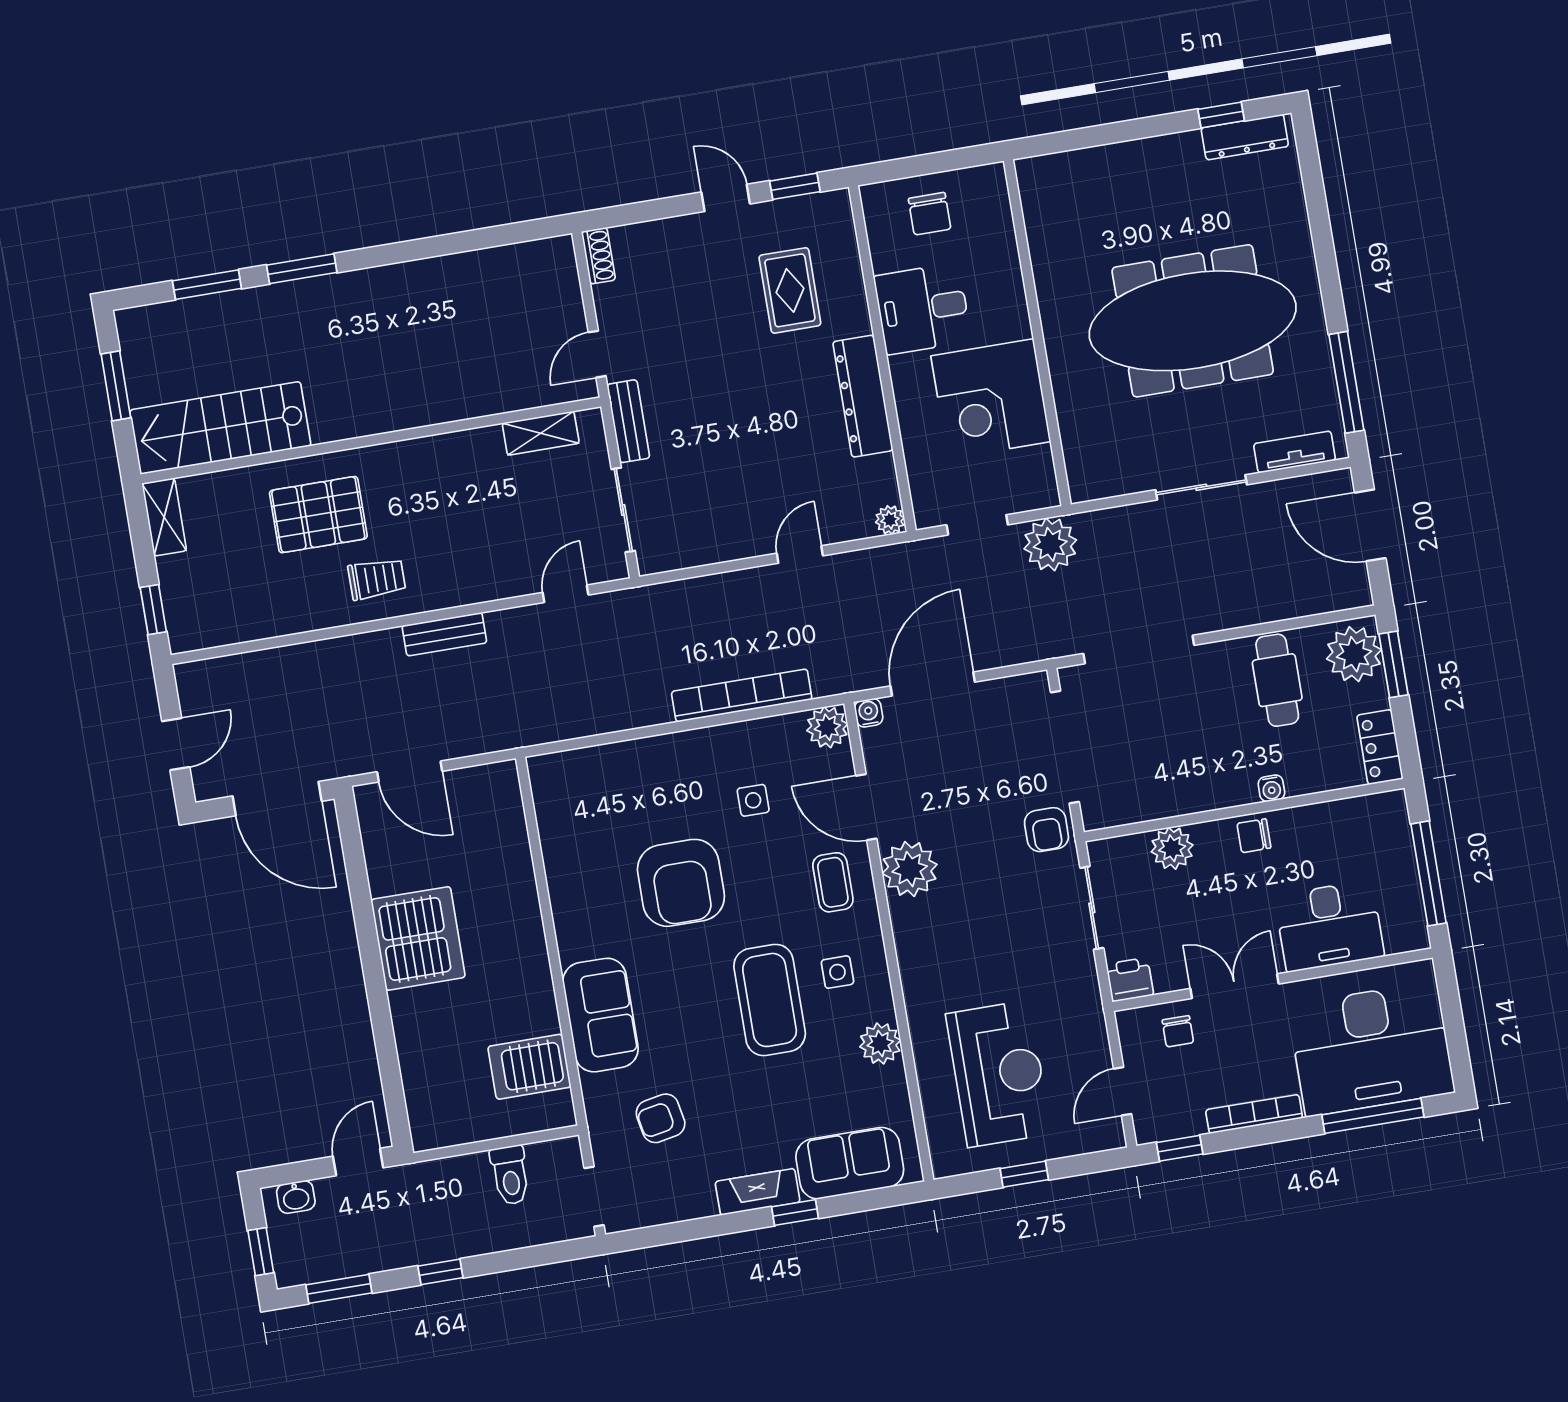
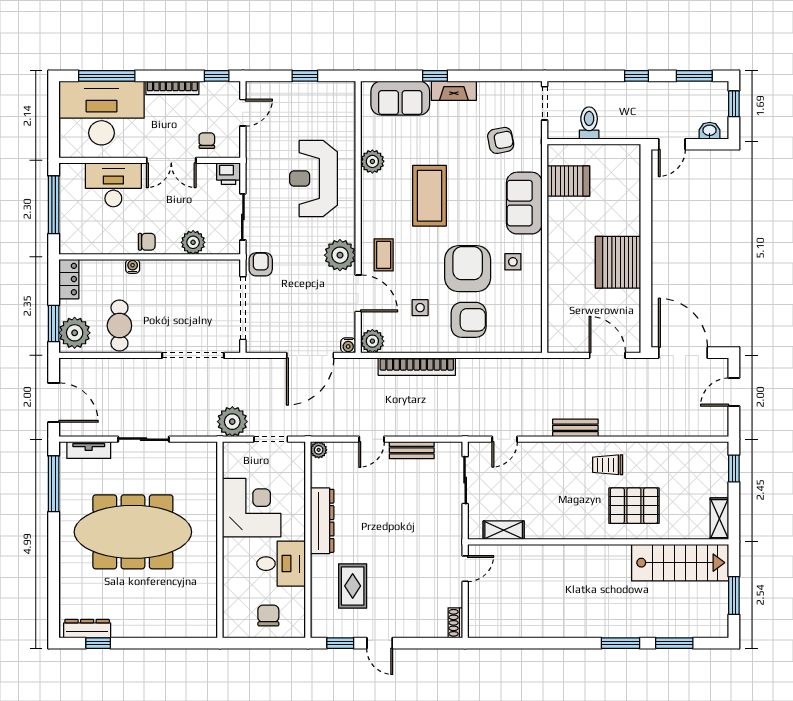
bench: (628, 421) -> (412, 450), moved, turned 90
armchair: (664, 793) -> (469, 320), added
side table: (837, 972) -> (513, 262), moved
reception desk: (999, 1074) -> (314, 178), moved

